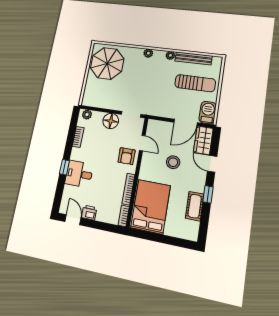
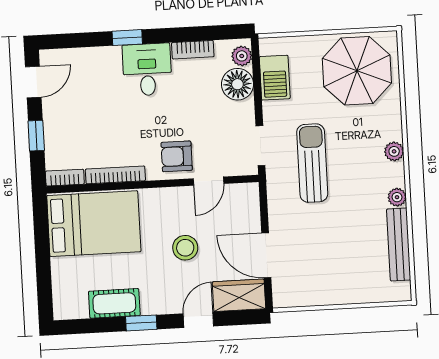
sun lounger: (195, 83) -> (312, 163), moved, turned 180
barbecue: (208, 113) -> (275, 78), moved, turned 90
floor lamp: (111, 121) -> (237, 84), moved
desk: (79, 174) -> (147, 70), moved
printer: (89, 213) -> (54, 110), removed
window: (99, 225) -> (36, 136), added

